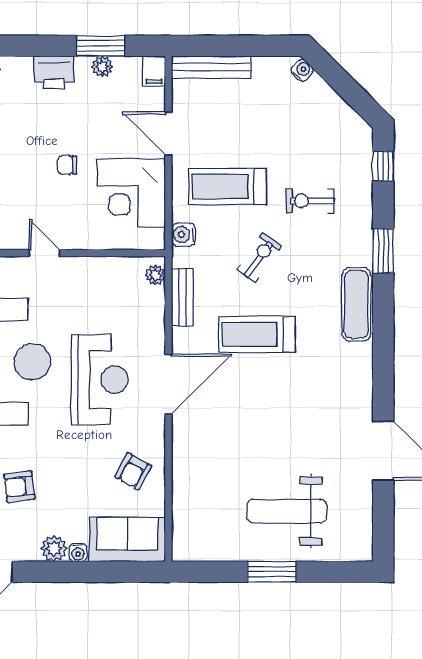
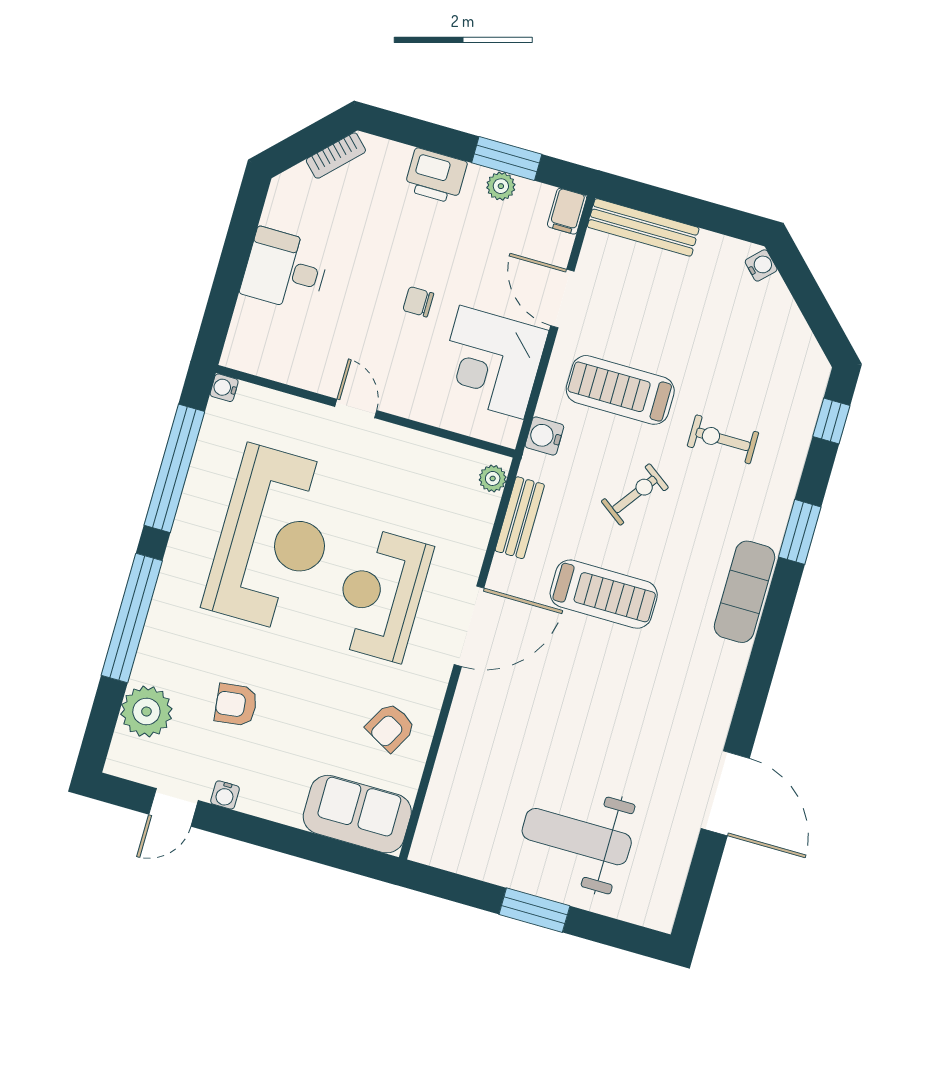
treadmill: (257, 334) -> (604, 594), turned 180
reception desk: (100, 380) -> (381, 595), turned 180
plant: (54, 548) -> (258, 799), removed
water cooler: (78, 553) -> (225, 795), moved

